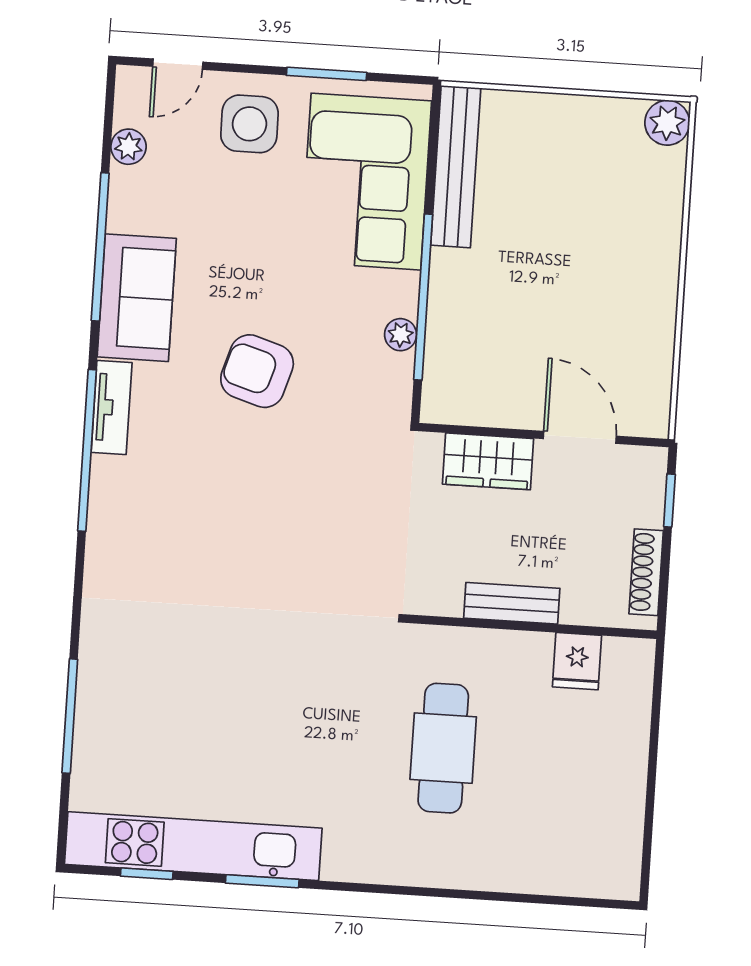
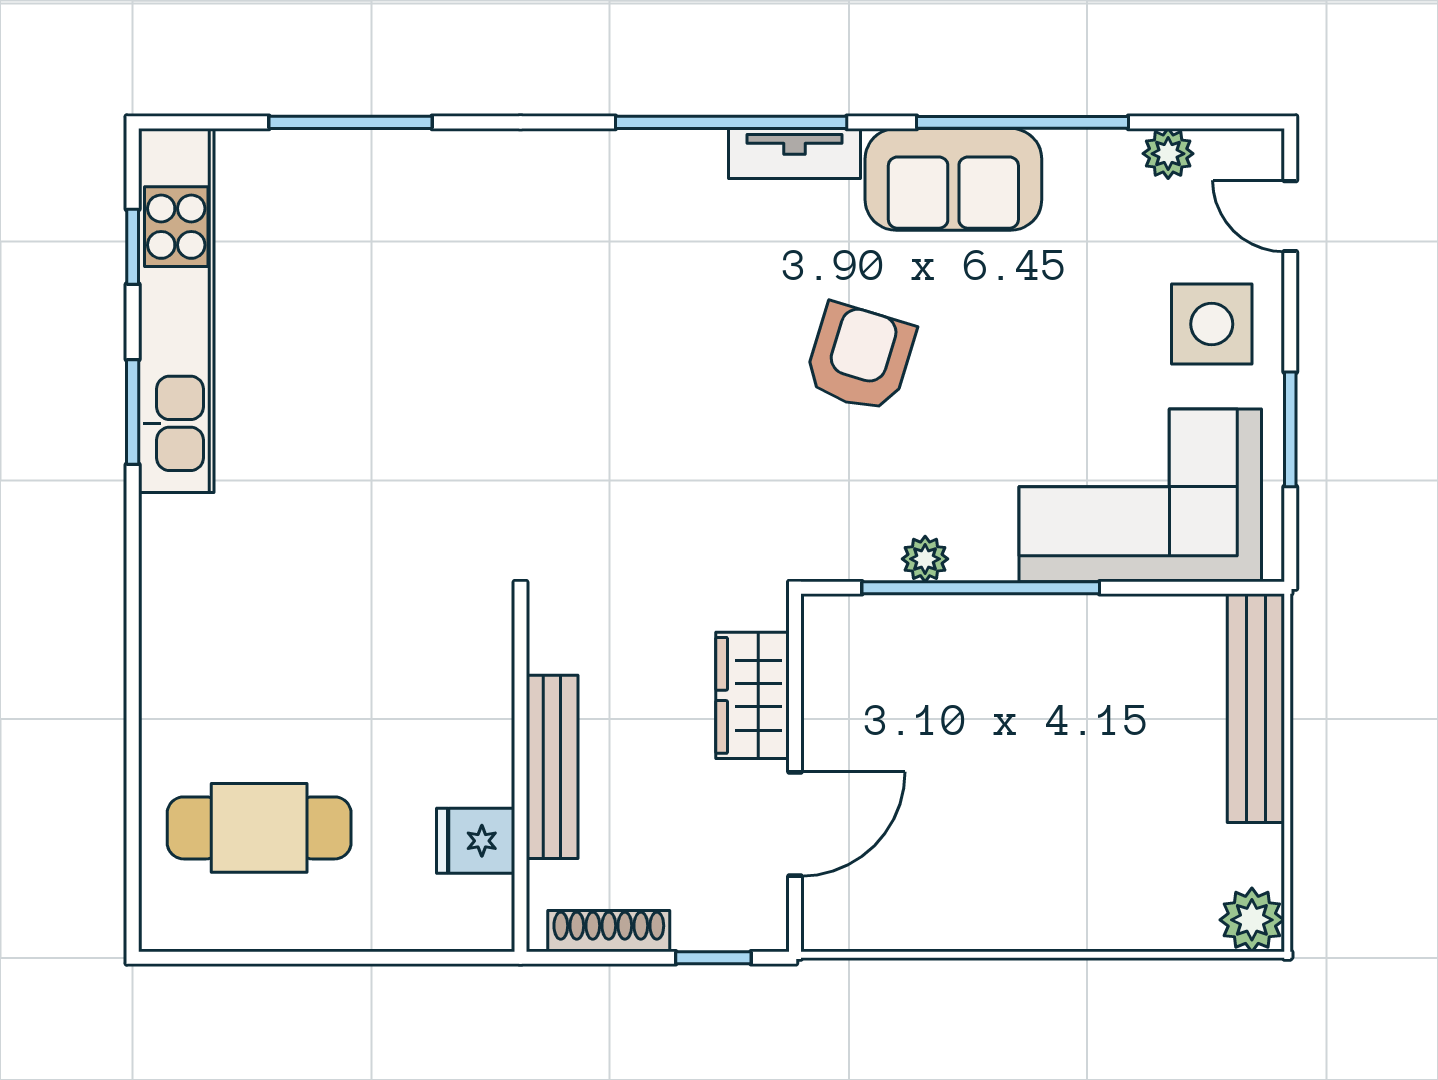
bench: (456, 167) -> (1256, 708), moved, turned 90
bench: (512, 603) -> (552, 767), width x1.36
cafe table: (443, 748) -> (259, 828), moved

